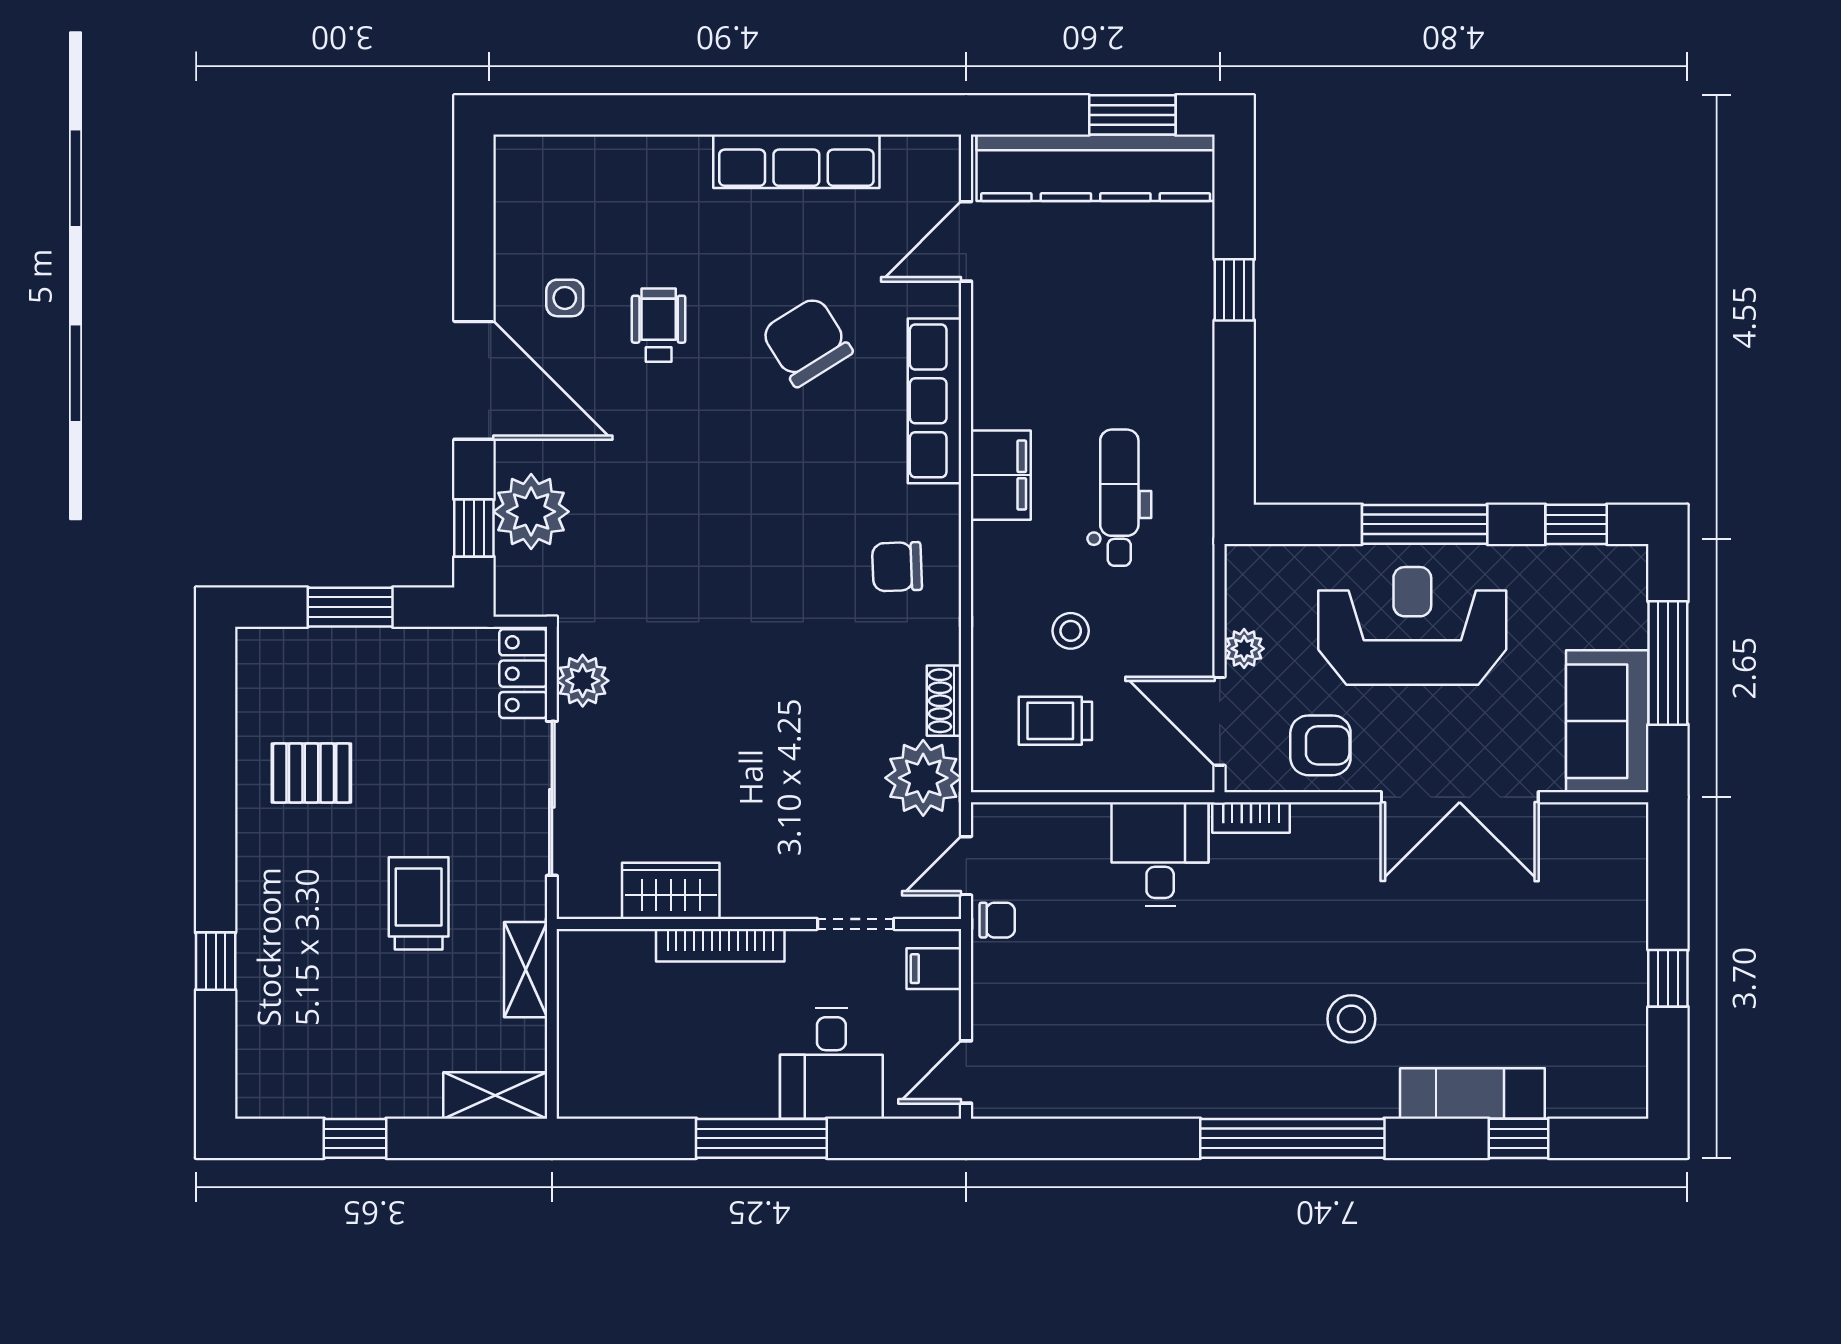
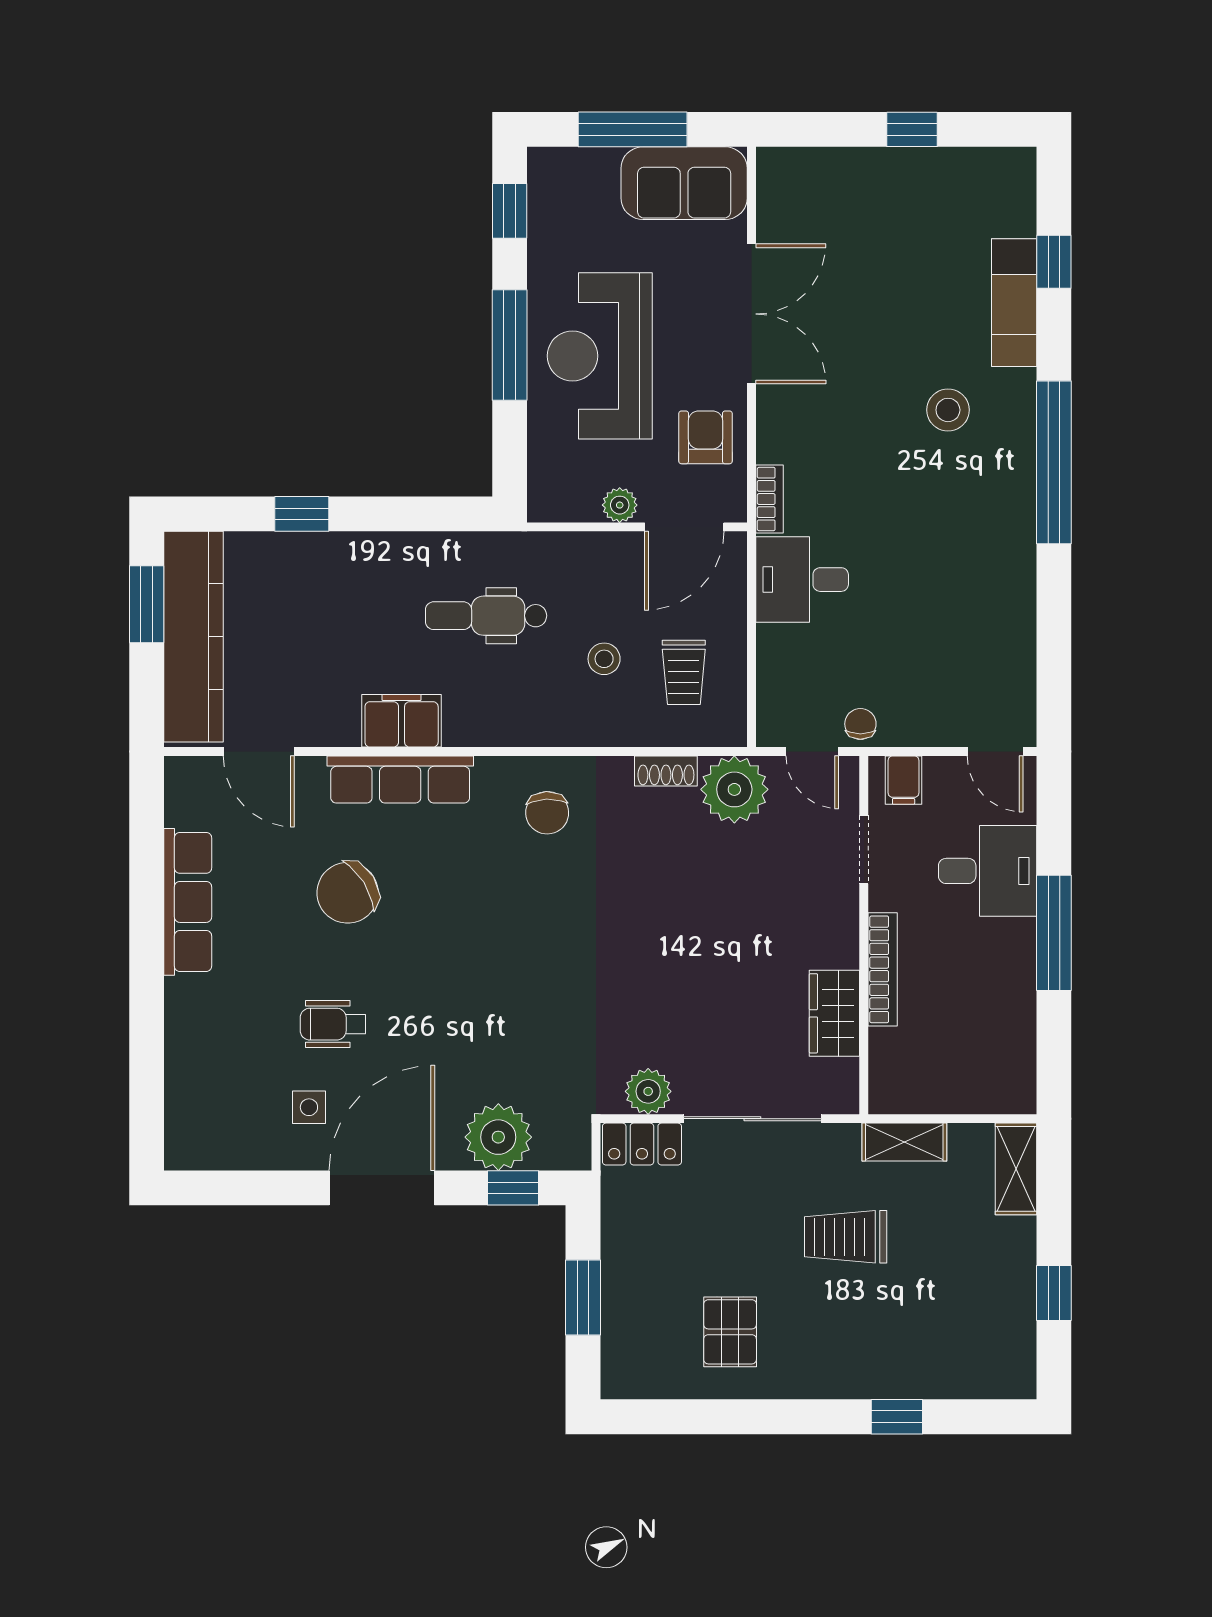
filing cabinet: (1001, 475) -> (402, 721), moved

